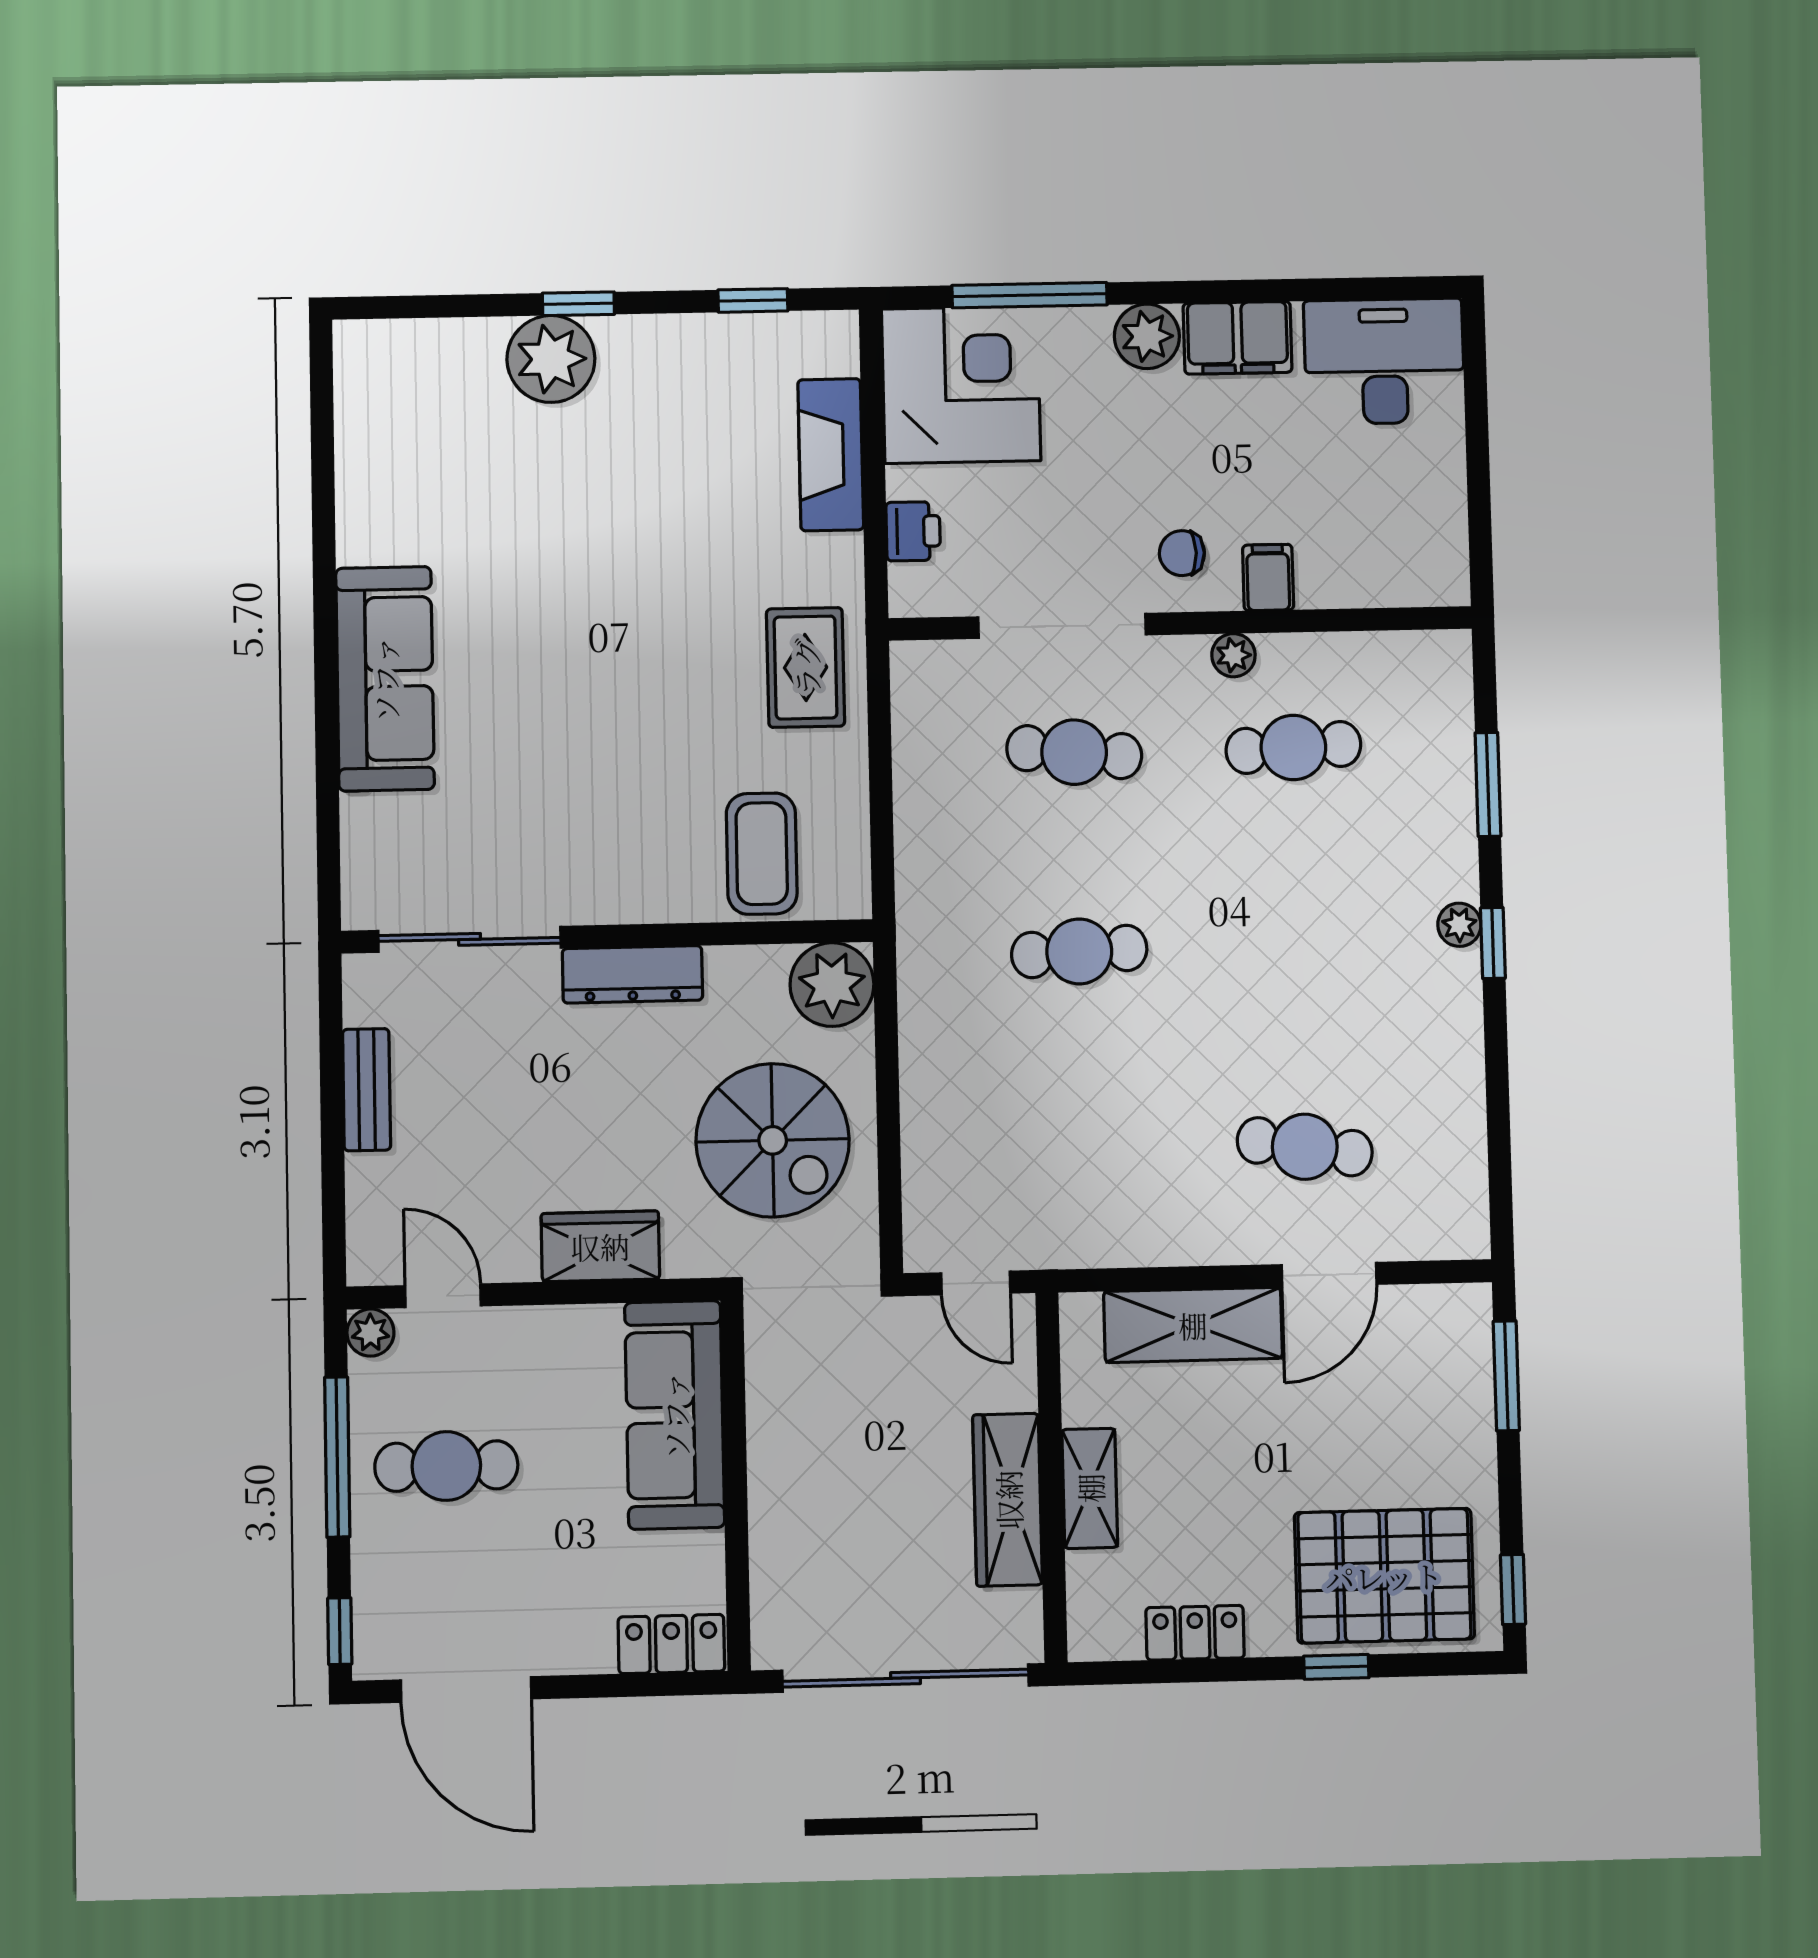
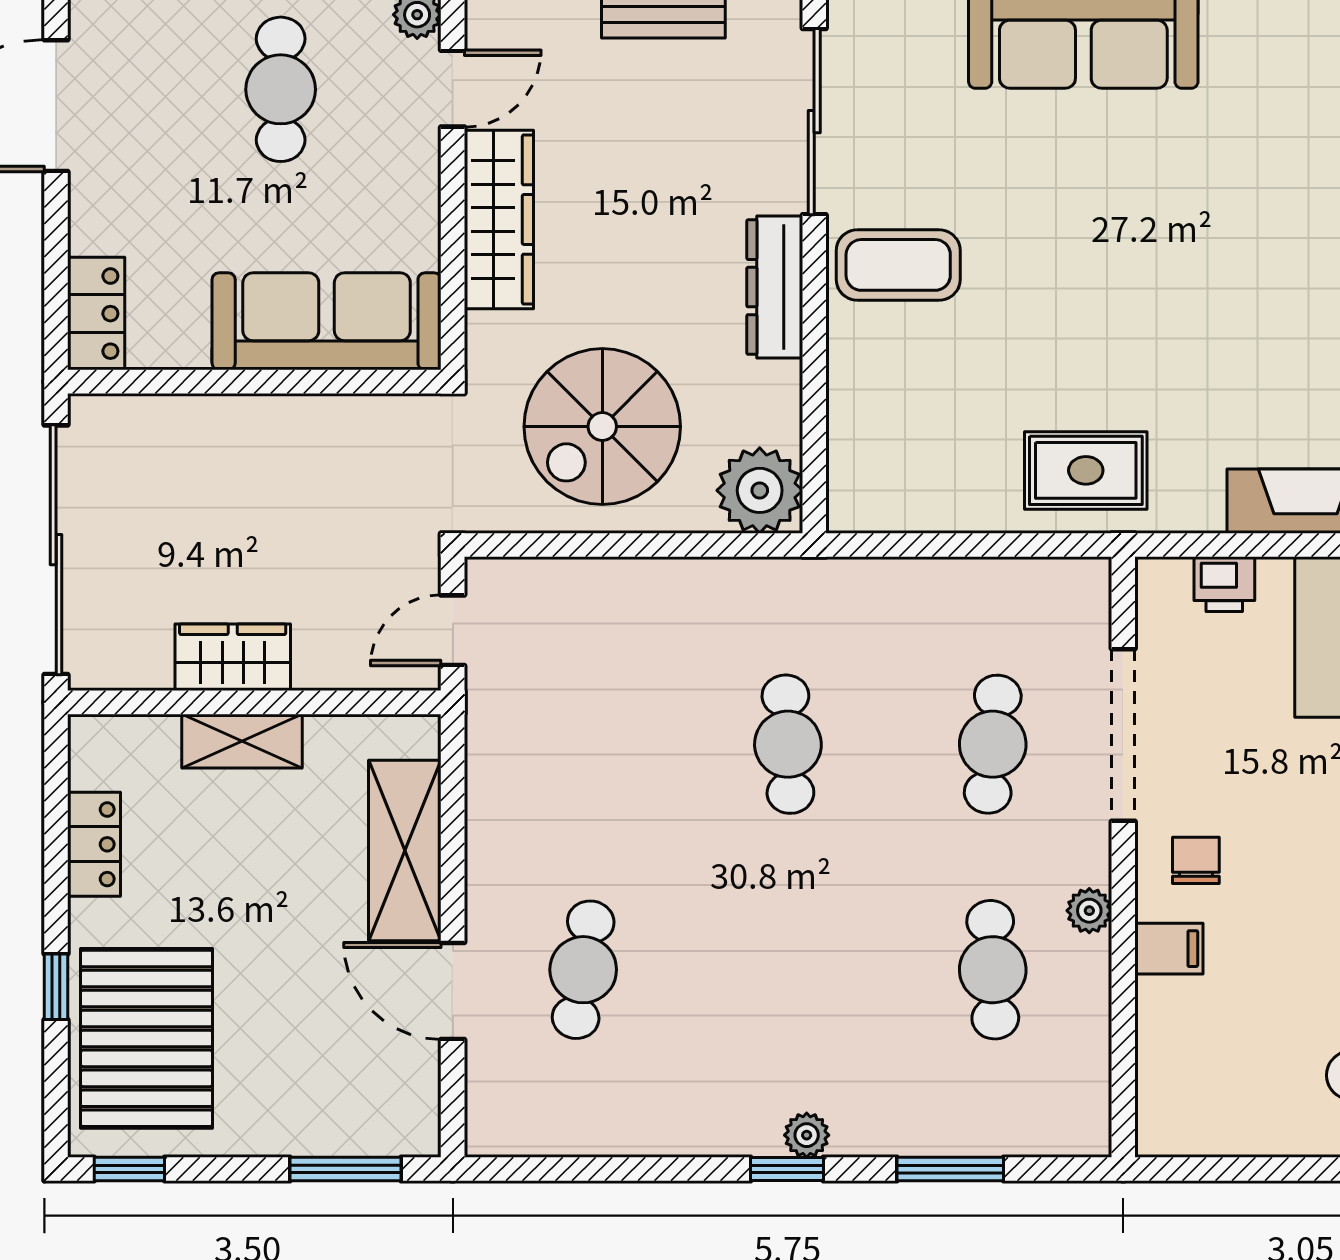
coffee table: (762, 854) -> (898, 265), moved
wardrobe: (600, 1246) -> (499, 219), width x1.50
wardrobe: (1008, 1500) -> (233, 657), width x0.67

